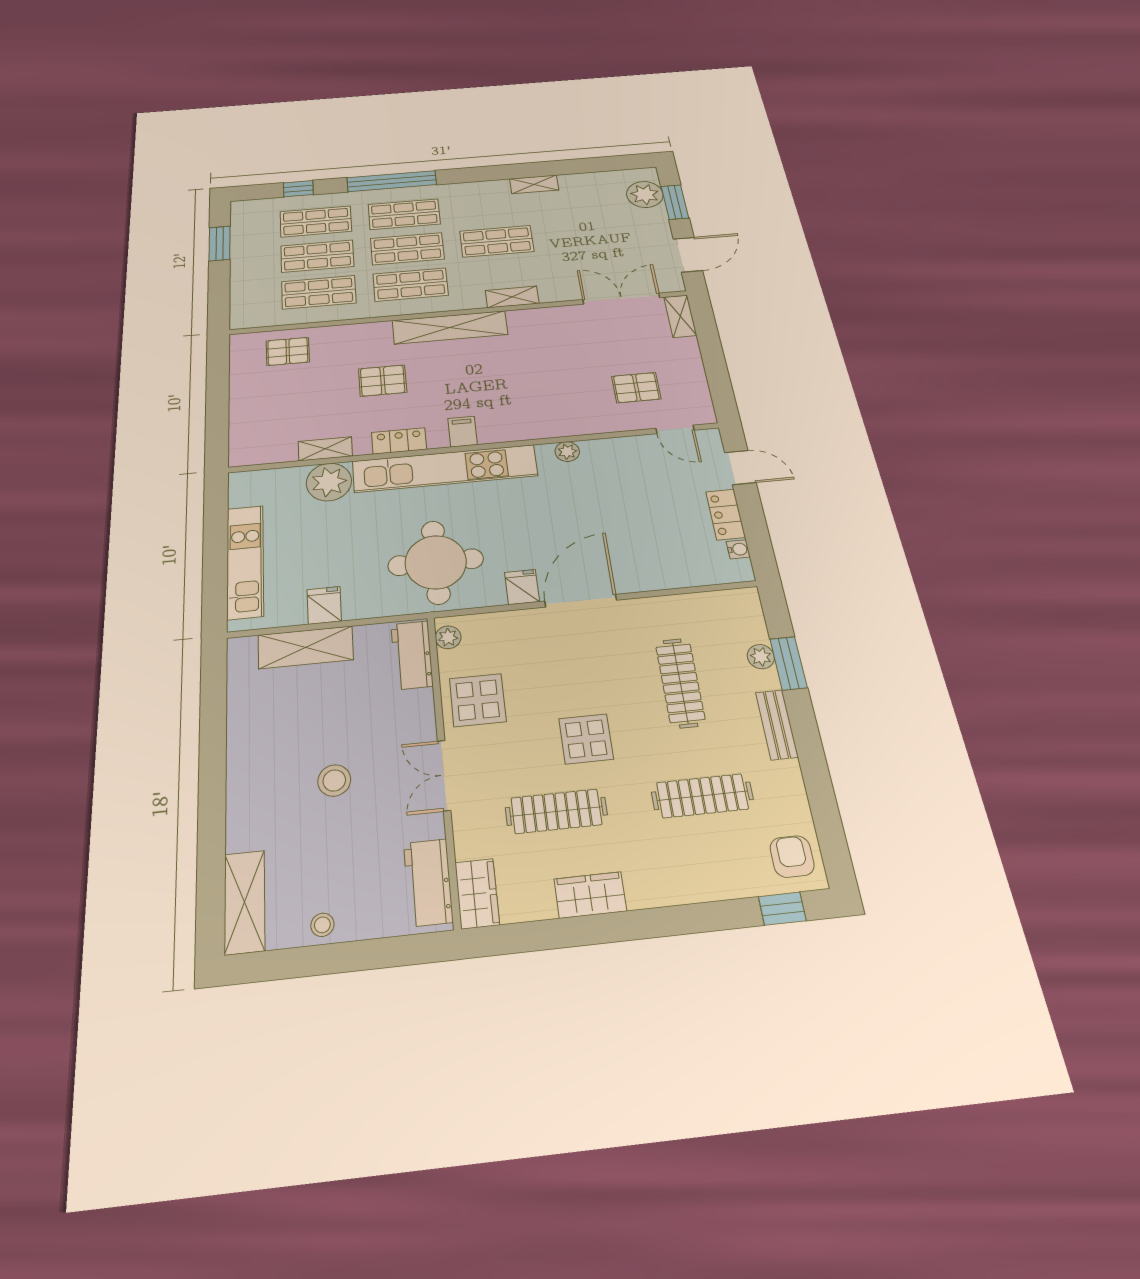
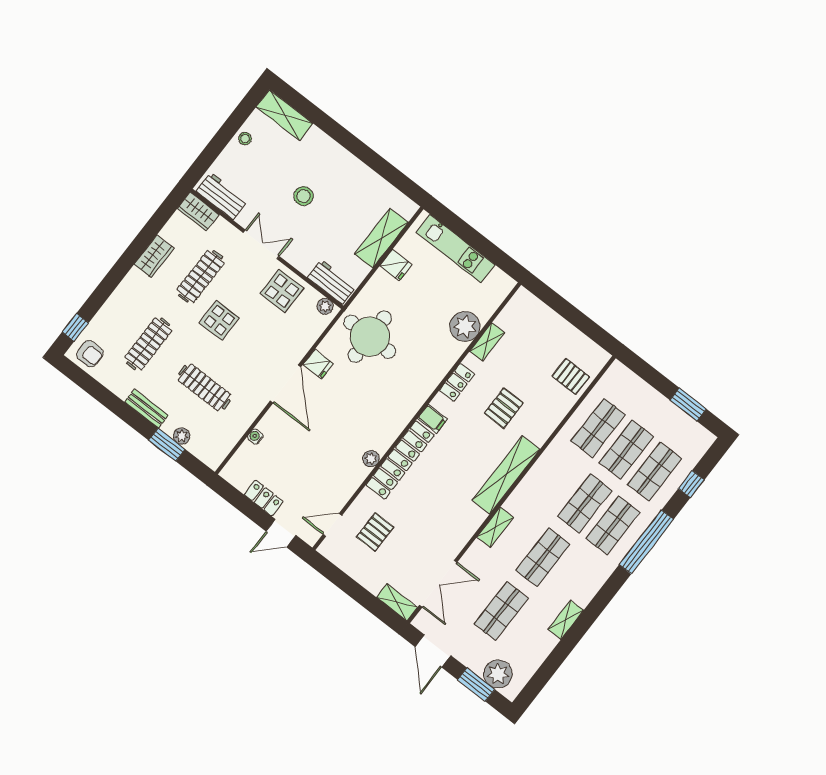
shop shelf: (411, 284) -> (501, 611), moved
pallet: (288, 351) -> (571, 376), turned 90
locker: (538, 425) -> (400, 460), added
kitchen unit: (445, 468) -> (419, 390), removed
water cooler: (738, 549) -> (255, 437), moved, turned 90

